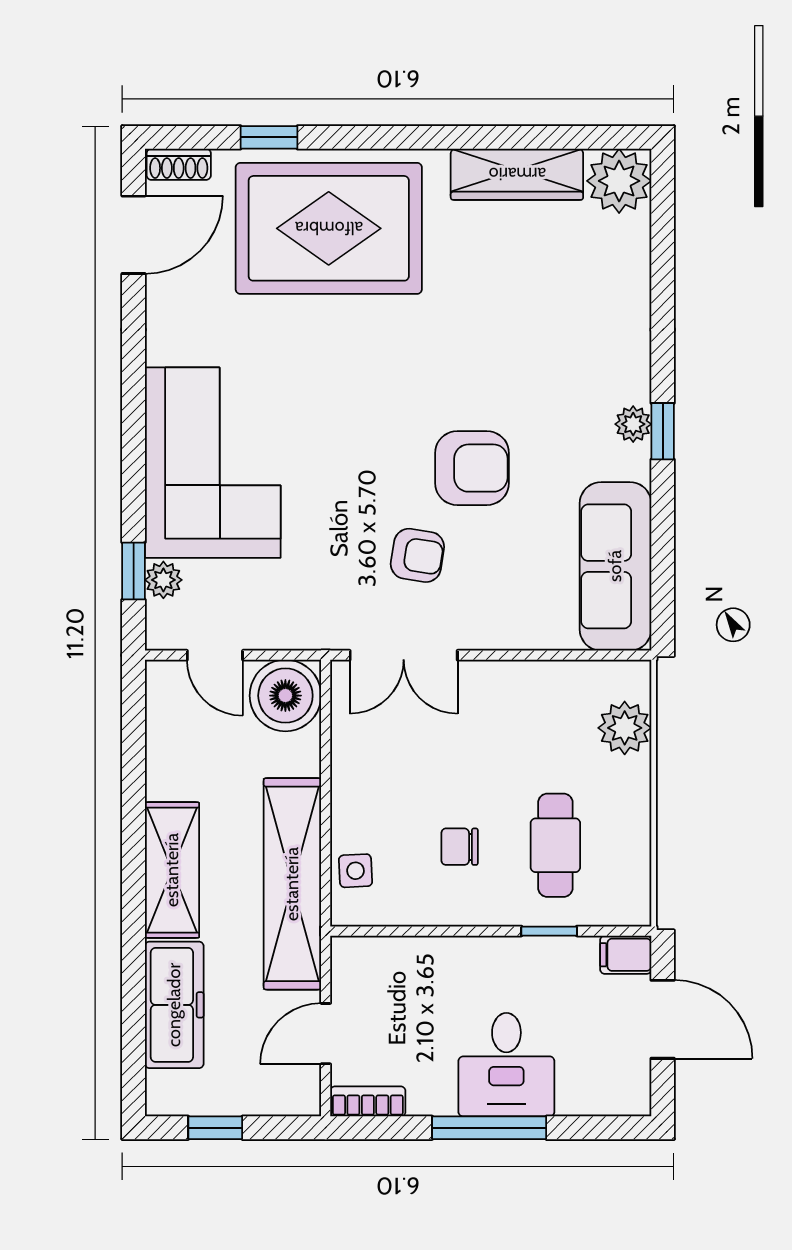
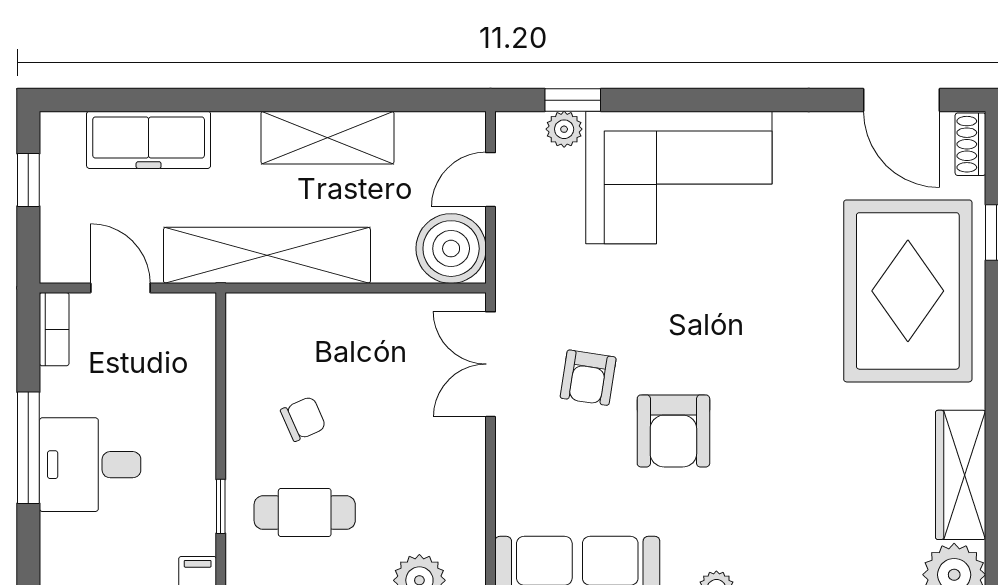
chair: (460, 847) -> (303, 419), turned 66
shelving: (172, 870) -> (327, 138), moved
side table: (356, 871) -> (280, 317), removed

